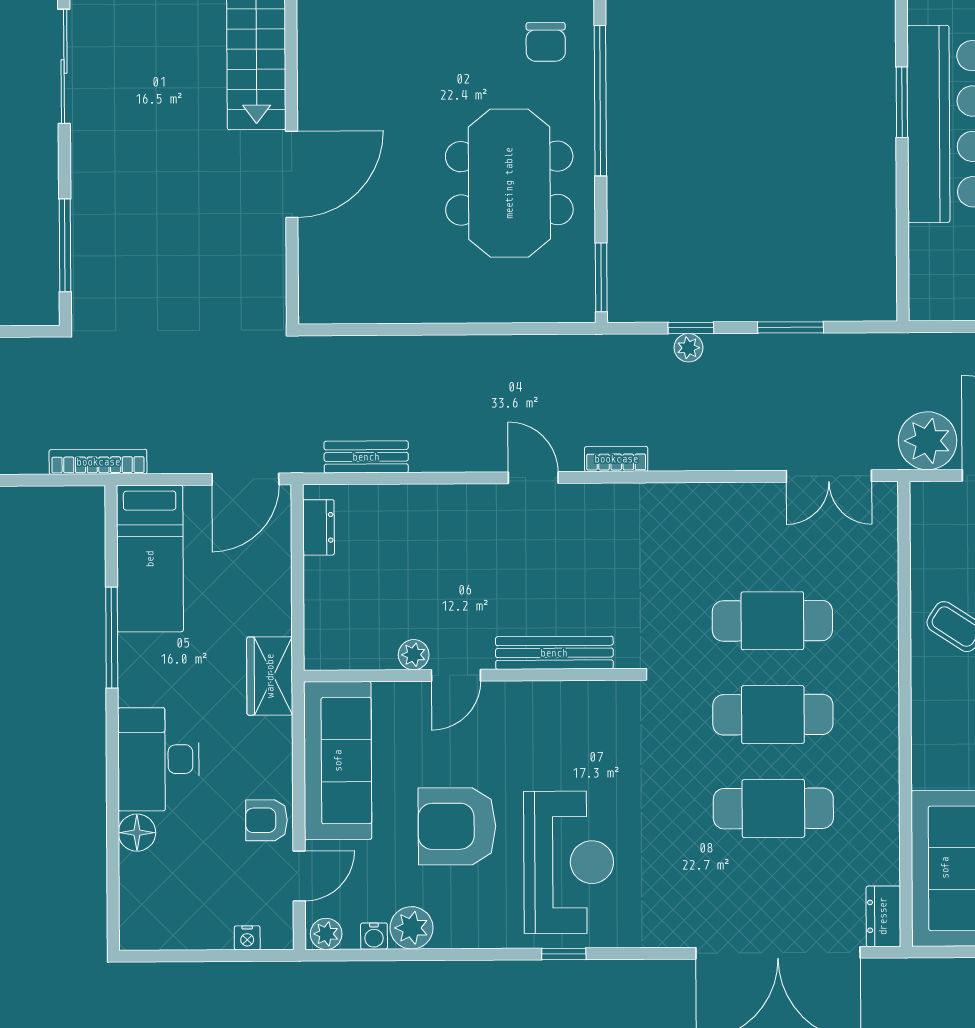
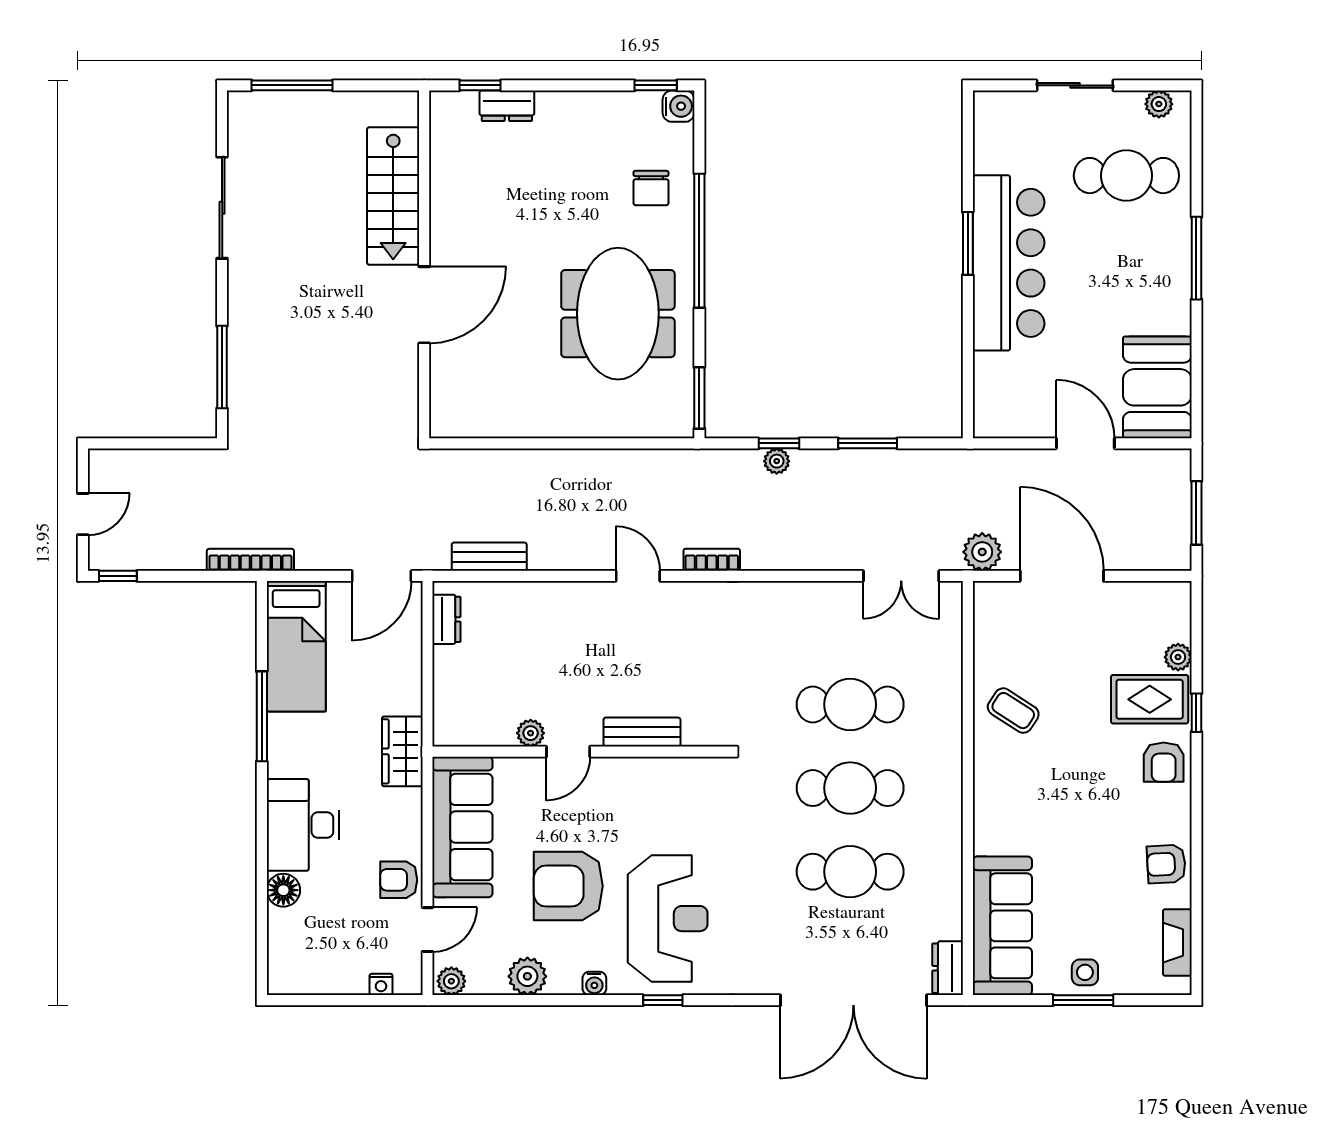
plant: (928, 441) -> (982, 552), width x0.73, depth x0.73
bench: (554, 653) -> (642, 732), width x0.73
water cooler: (374, 936) -> (594, 983), moved

